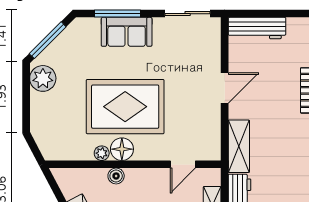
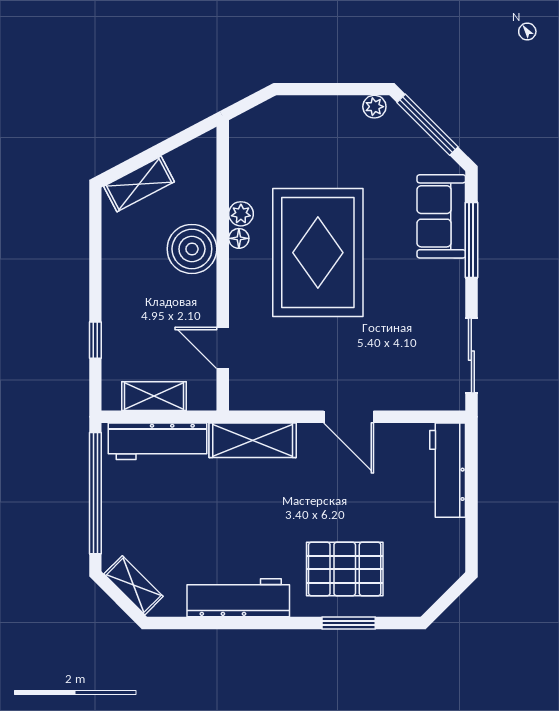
sofa: (127, 32) -> (441, 216), moved
plant: (43, 78) -> (374, 107), width x0.53, depth x0.53
floor lamp: (122, 149) -> (239, 238), width x0.53, depth x0.53
boiler: (116, 176) -> (192, 249), width x1.86, depth x1.86

